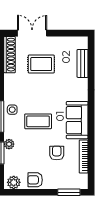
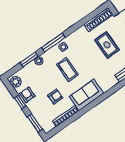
window: (37, 192) -> (20, 102), added

